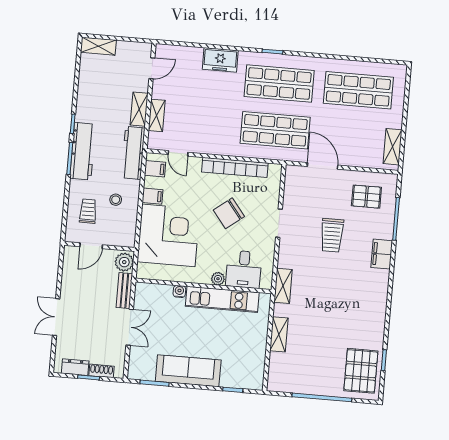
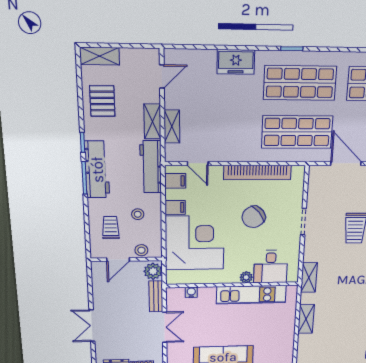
pallet: (96, 87) -> (102, 101), added
stool: (115, 238) -> (141, 250), added
water cooler: (179, 291) -> (191, 292), moved

